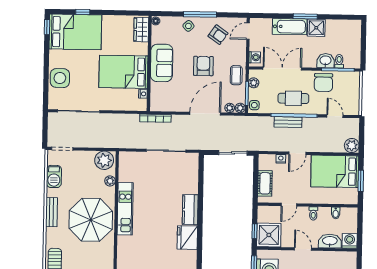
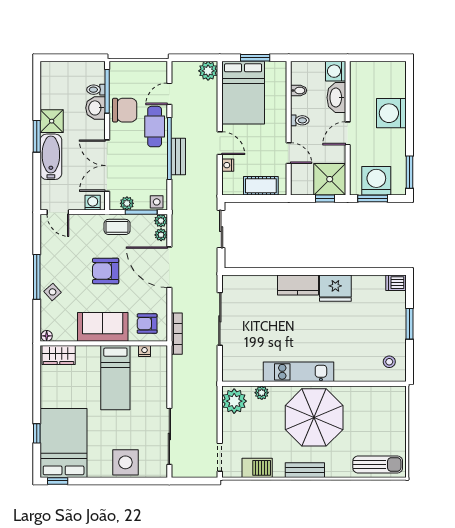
armchair: (218, 35) -> (147, 324), moved, turned -125
bed: (123, 72) -> (115, 378), width x0.67
cafe table: (293, 98) -> (155, 127), moved

